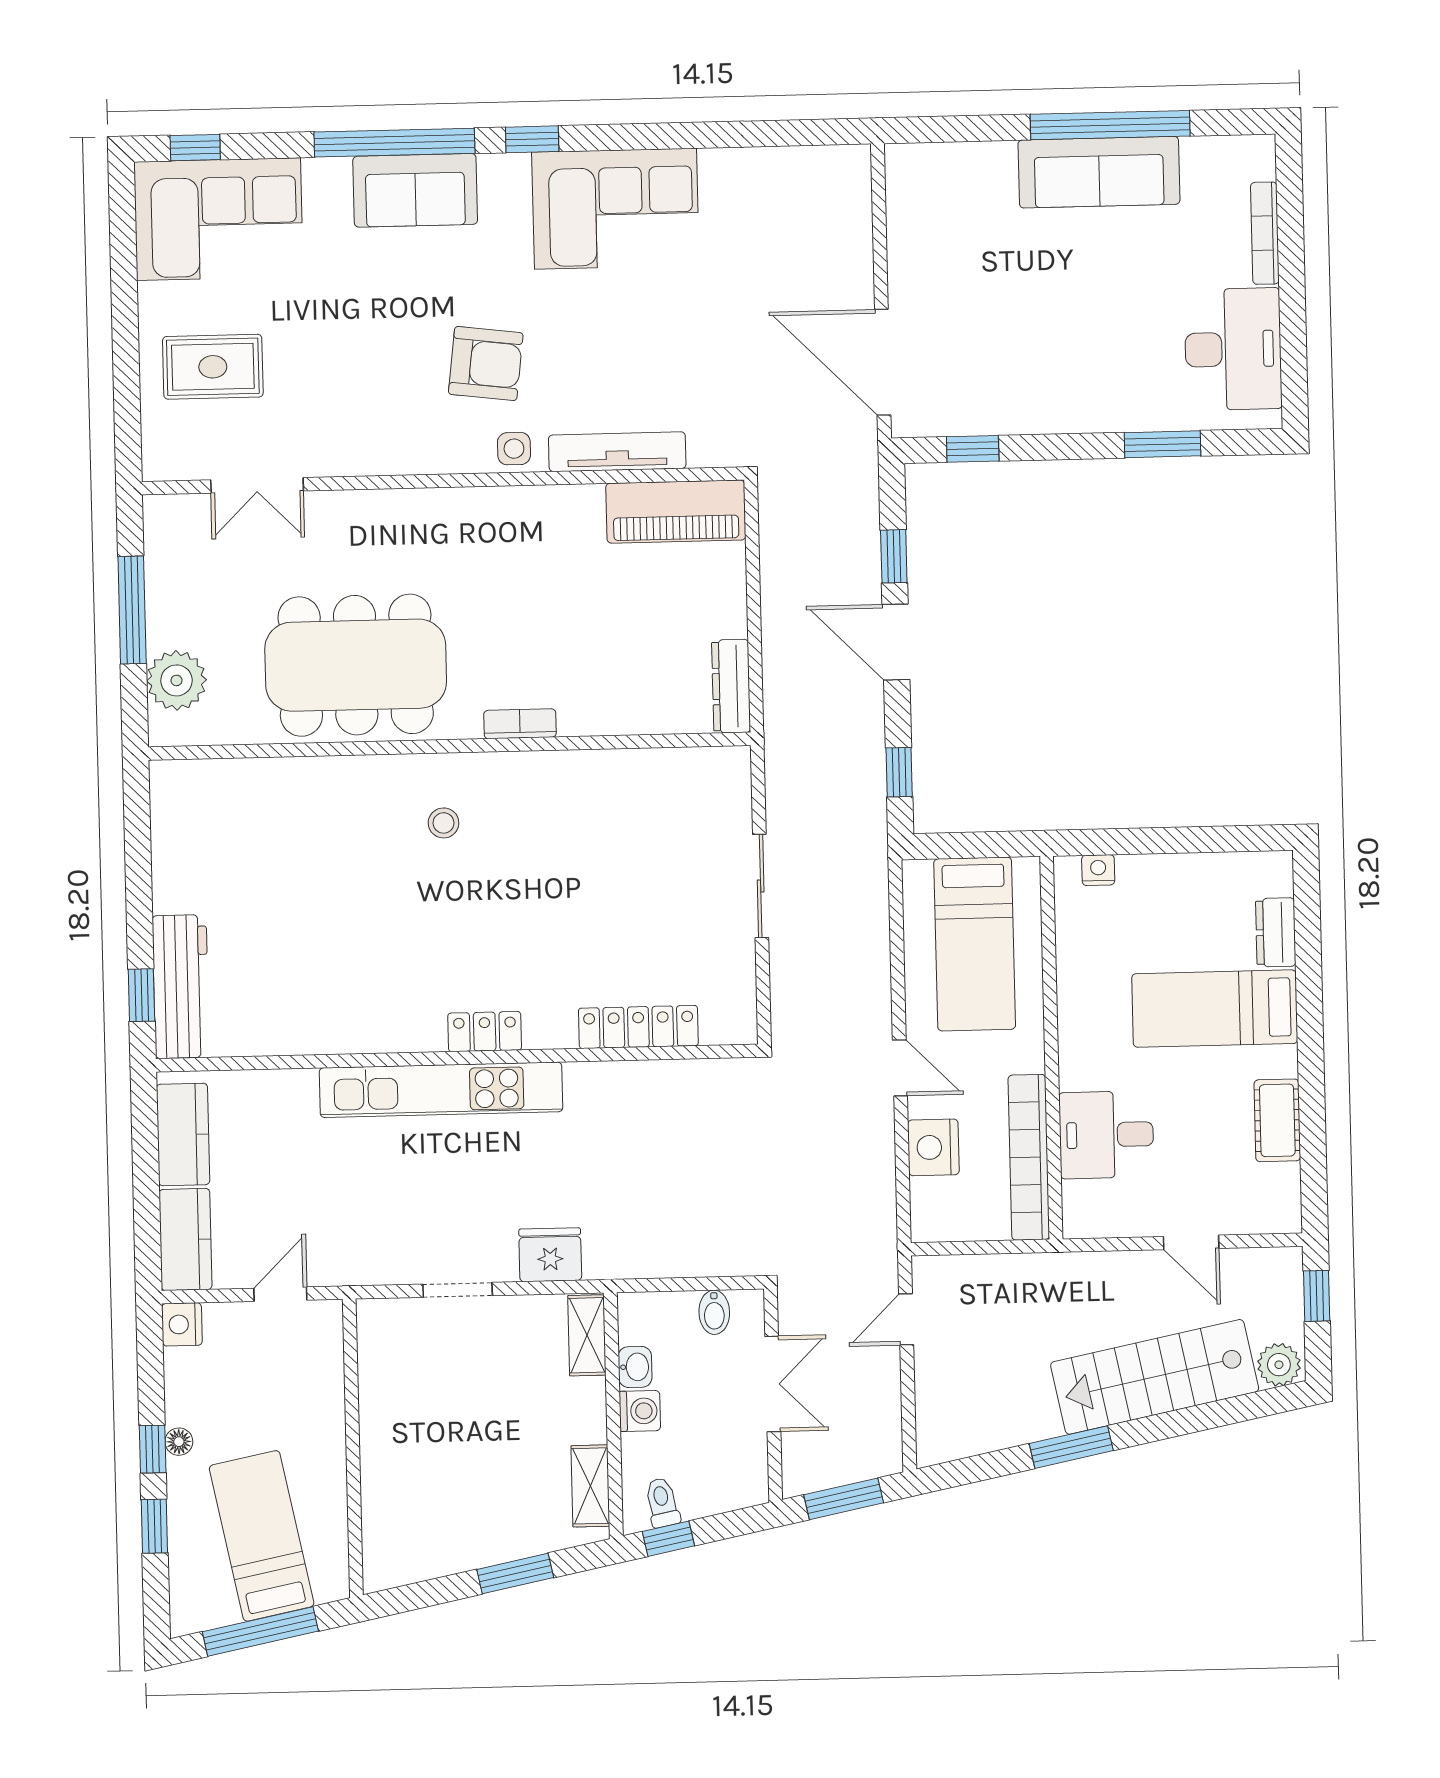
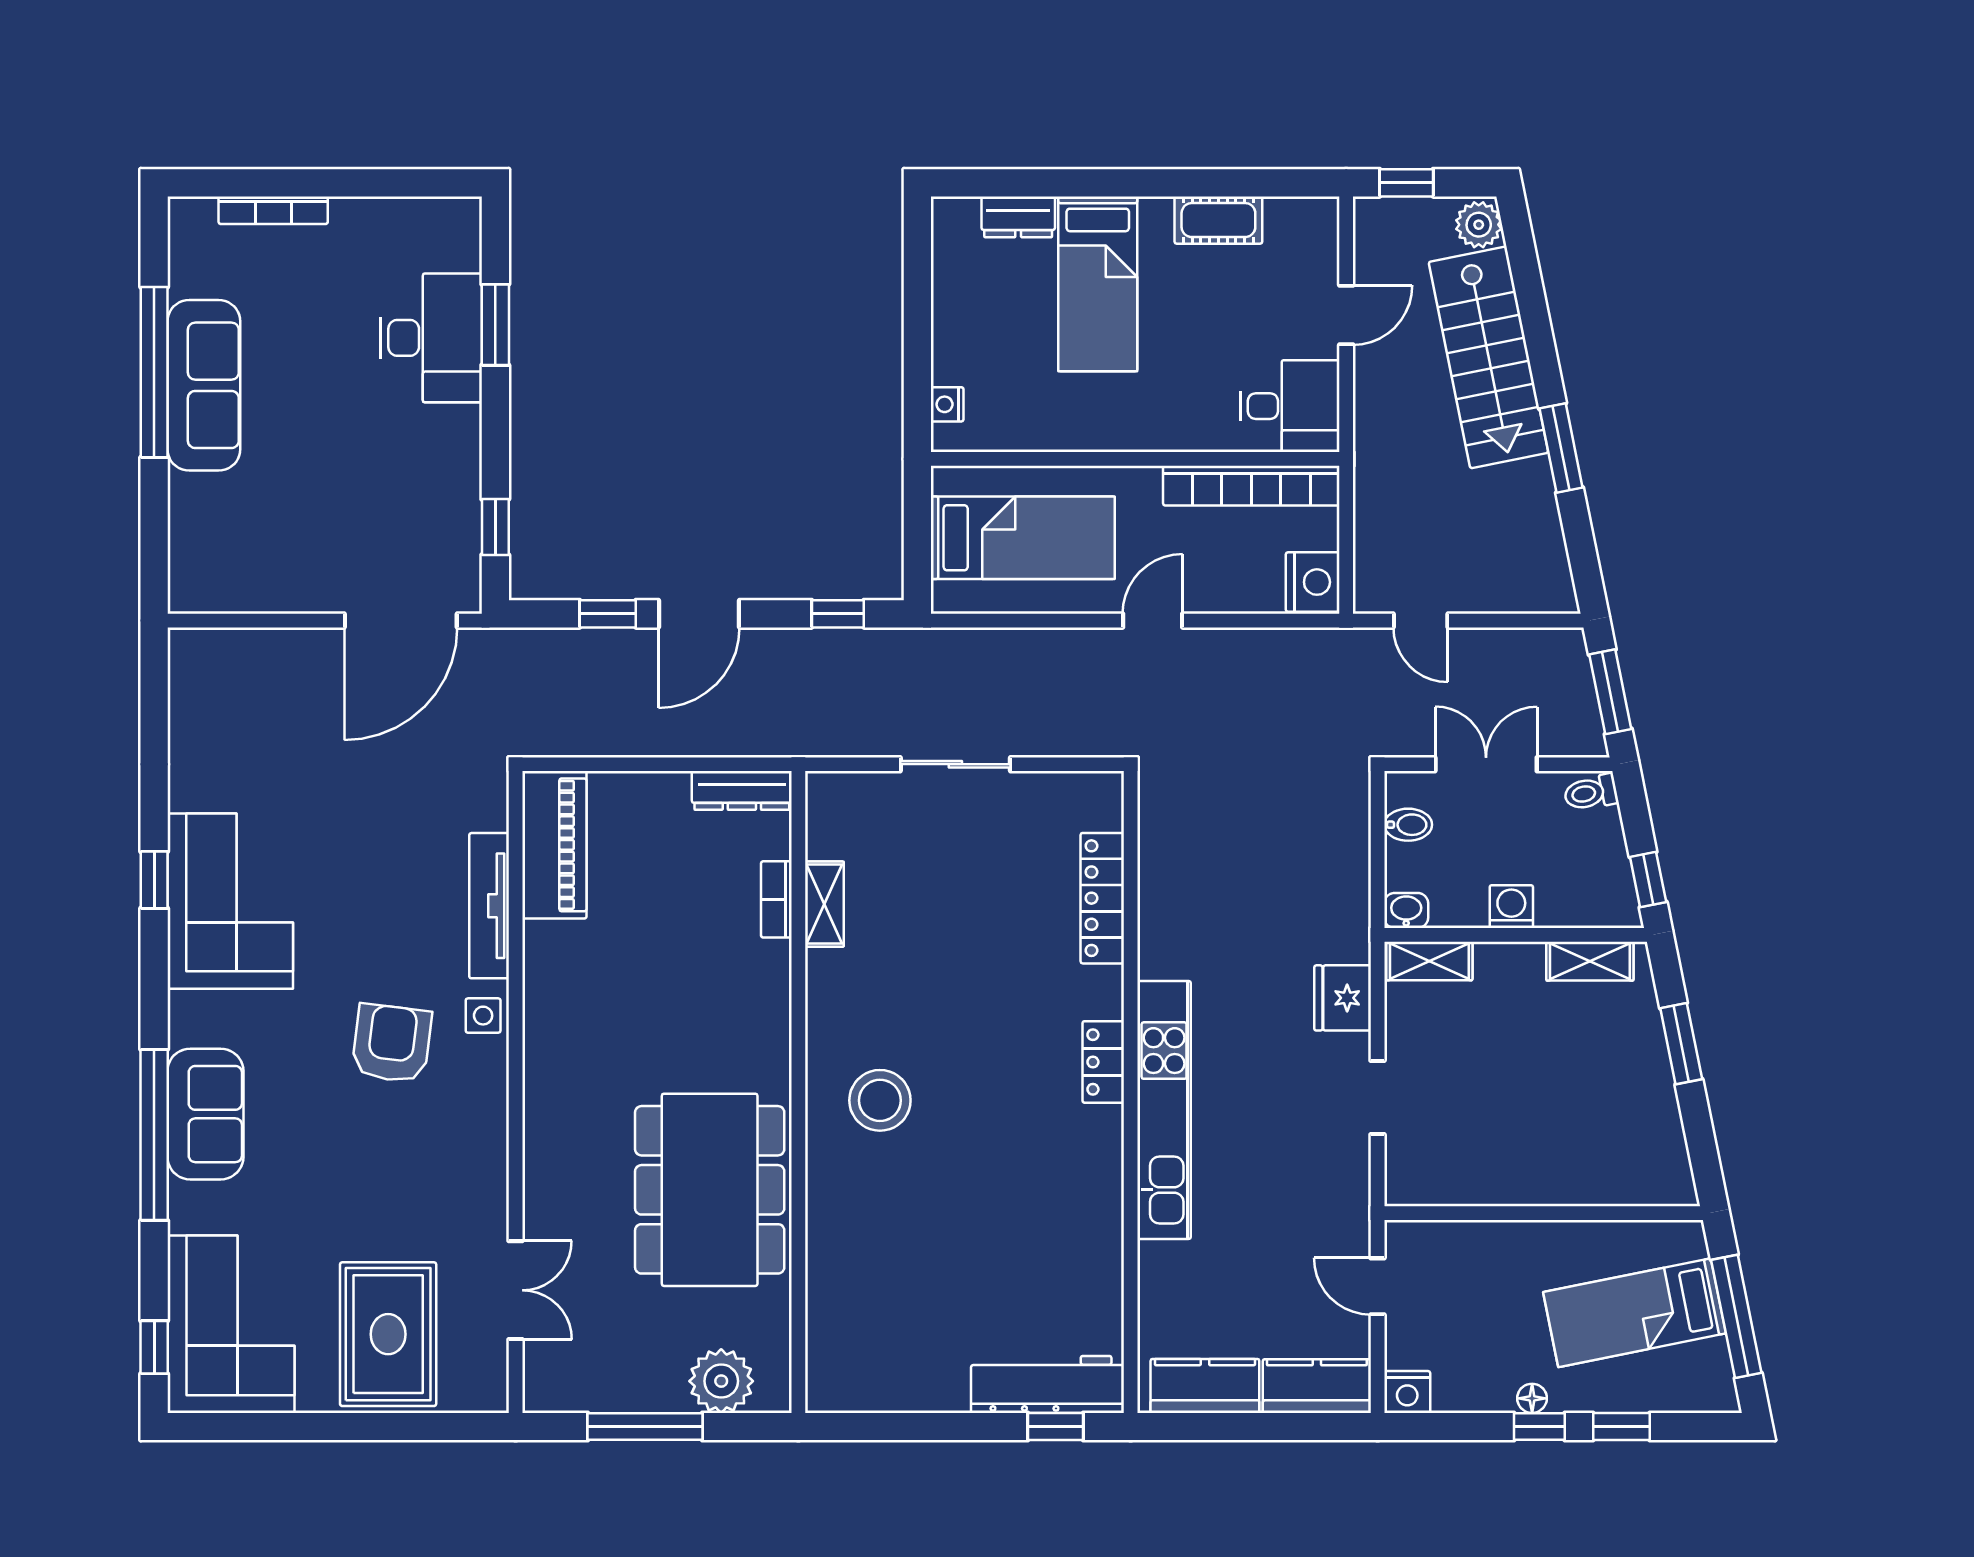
window: (532, 139) -> (154, 880), moved
desk: (1233, 349) -> (431, 338), moved, turned 90
rug: (213, 367) -> (388, 1334), width x1.36, depth x1.43
bookcase: (520, 724) -> (776, 899), moved
shelving: (626, 766) -> (824, 904), added
stool: (443, 823) -> (880, 1100), width x1.89, depth x1.89
desk: (1106, 1135) -> (1290, 406), moved, turned -90
nightstand: (933, 1147) -> (1313, 582), moved, turned -90
washbasin: (635, 1367) -> (1406, 910), moved
toilet: (662, 1503) -> (1591, 793), moved

